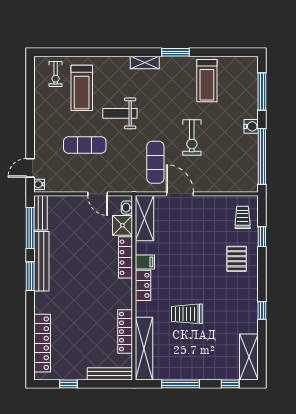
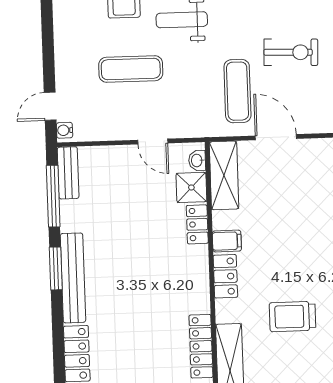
exercise bike: (192, 138) -> (291, 52), turned -88
locker: (125, 257) -> (197, 224), width x0.66
bench: (41, 261) -> (73, 278), moved

